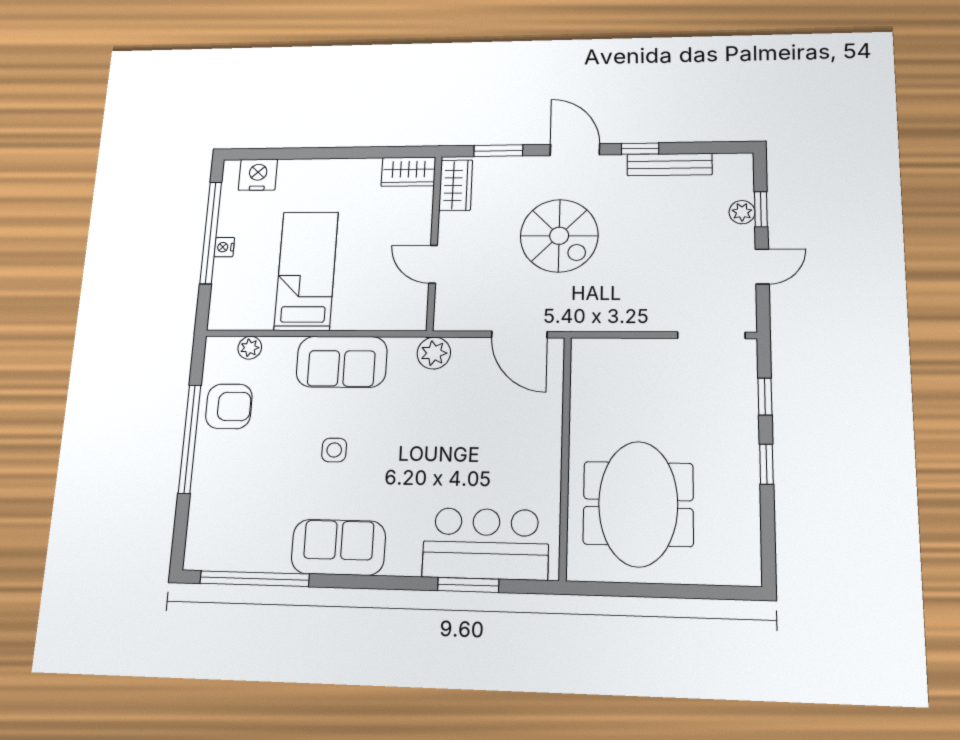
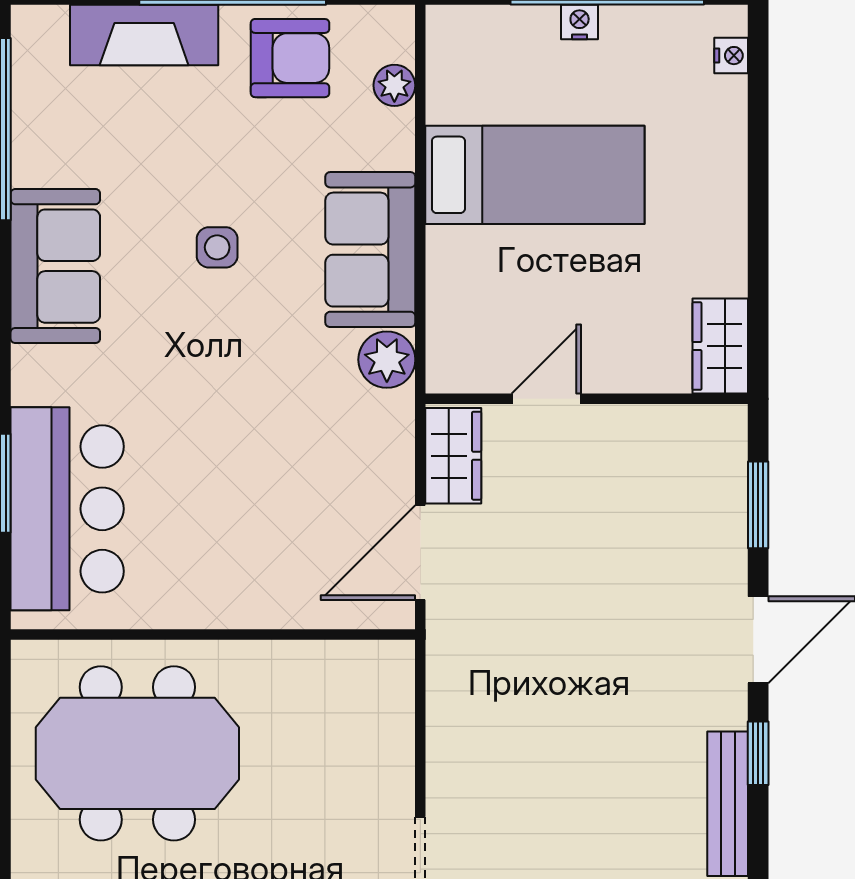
nightstand: (258, 175) -> (731, 56), width x0.53, depth x0.56
wardrobe: (456, 185) -> (453, 456), moved, turned -90
spiral stairs: (559, 236) -> (598, 616), removed
plant: (434, 353) -> (387, 360), moved
armchair: (229, 406) -> (290, 58), turned -90
fireplace: (208, 491) -> (144, 35), added

